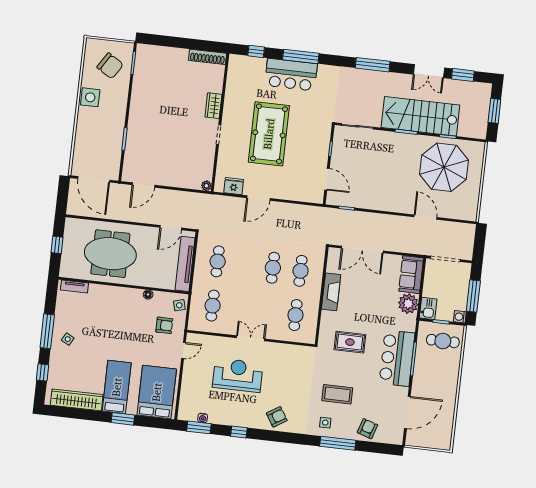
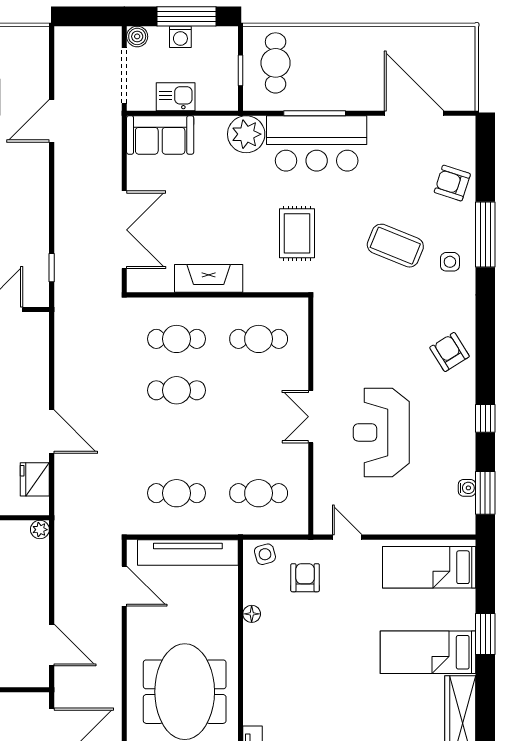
boiler: (466, 268) -> (137, 36), added
plant: (408, 304) -> (246, 134), moved
kitchen sink: (428, 308) -> (176, 97), moved
washing machine: (460, 317) -> (180, 37), moved
bed: (157, 392) -> (429, 567), width x0.67
coffee table: (337, 394) -> (395, 246), turned -68

